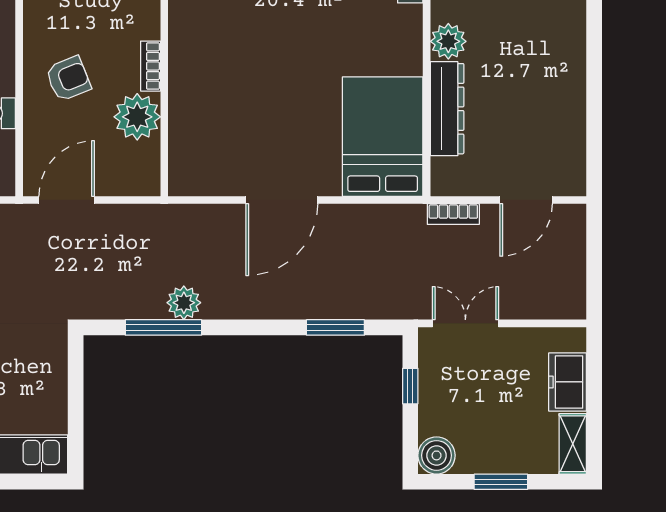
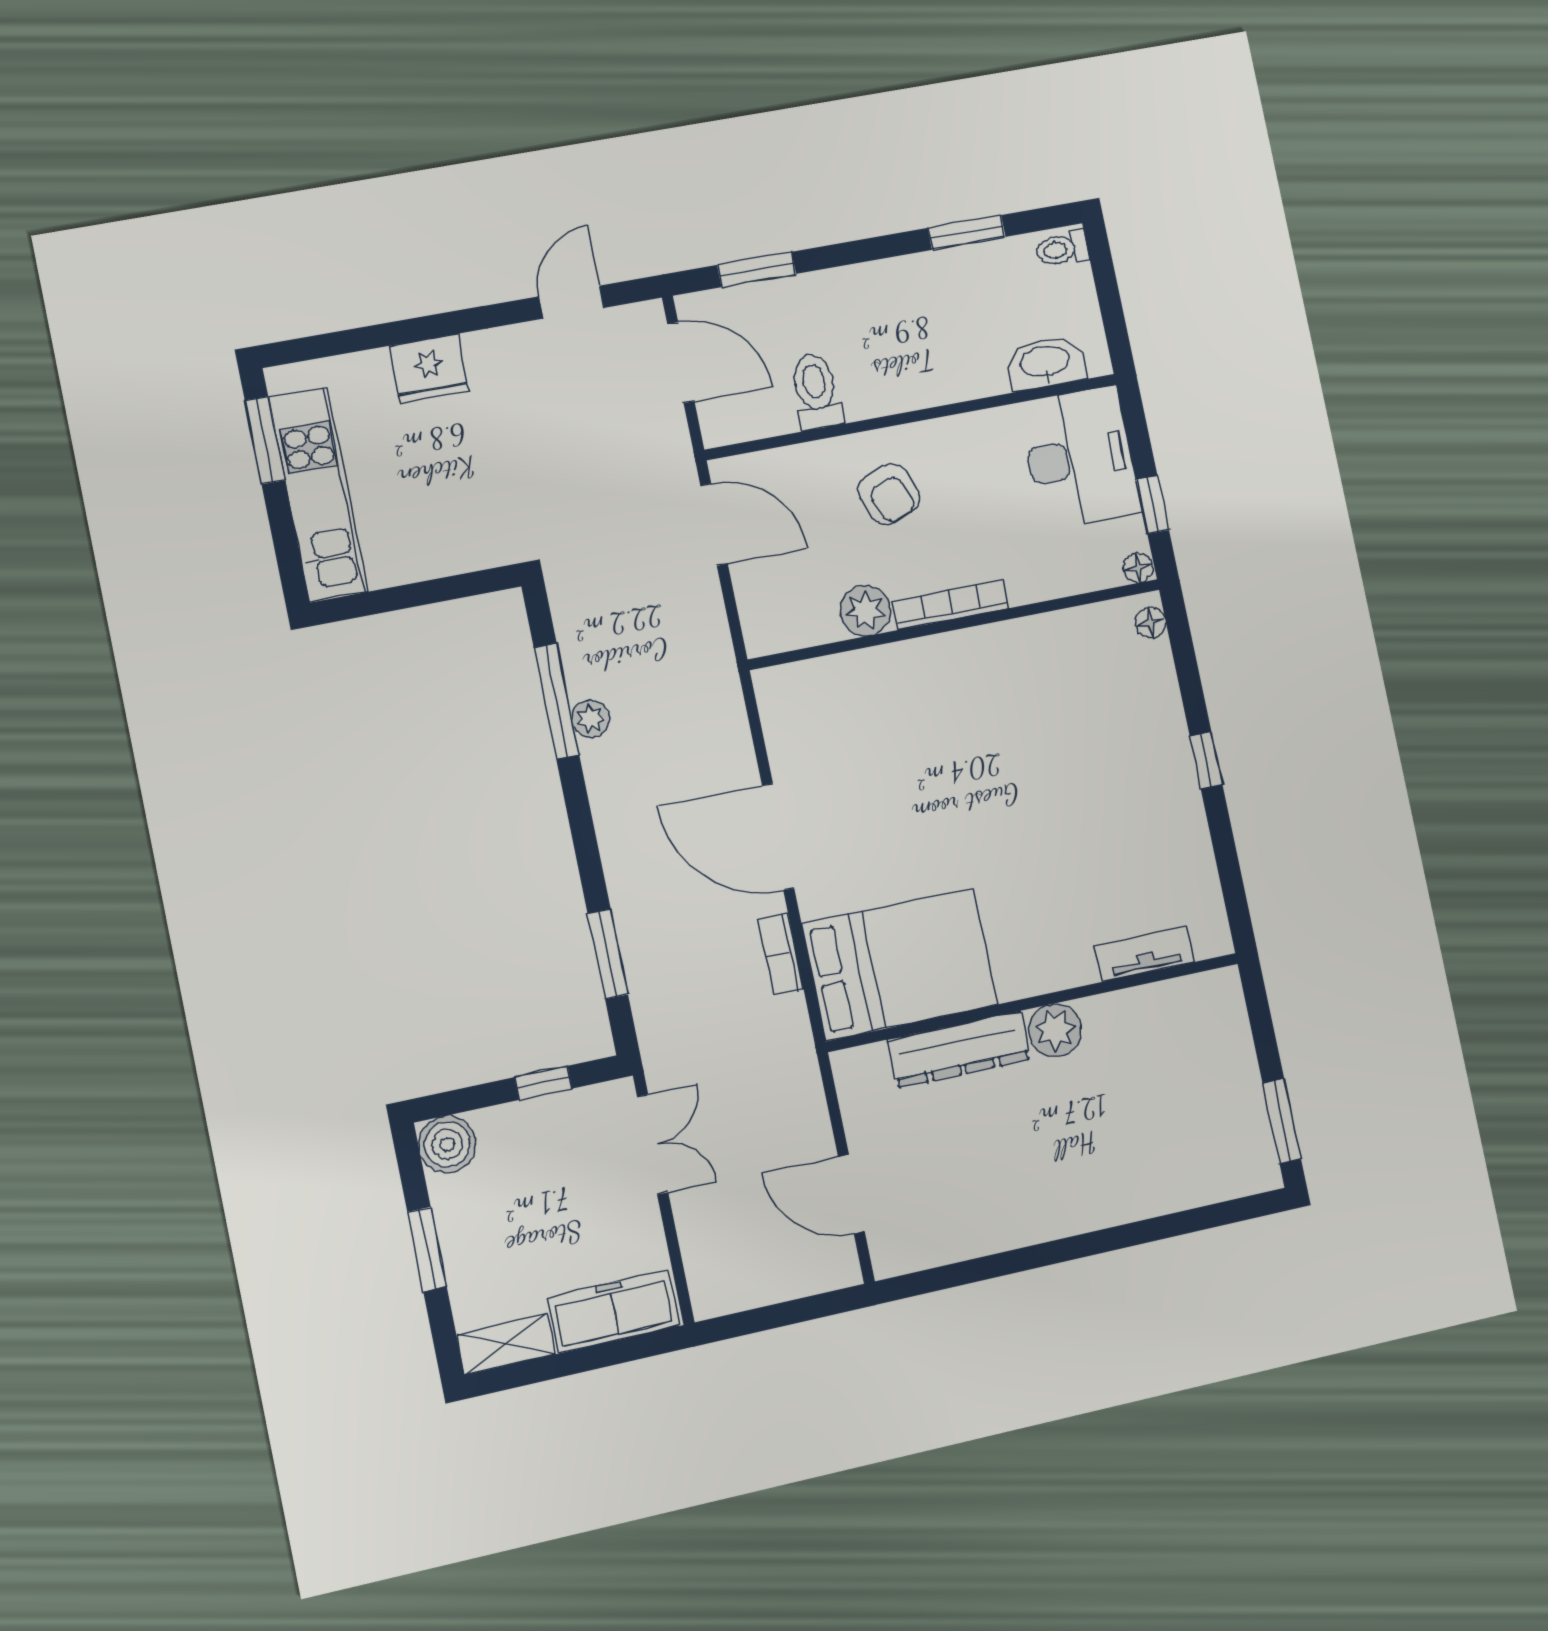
bookcase: (151, 66) -> (951, 605), width x1.56
plant: (137, 117) -> (866, 611), width x0.73, depth x0.73
bookcase: (453, 214) -> (781, 954), moved
plant: (184, 303) -> (591, 719), width x0.73, depth x0.73
freezer: (568, 382) -> (614, 1311), width x1.40

